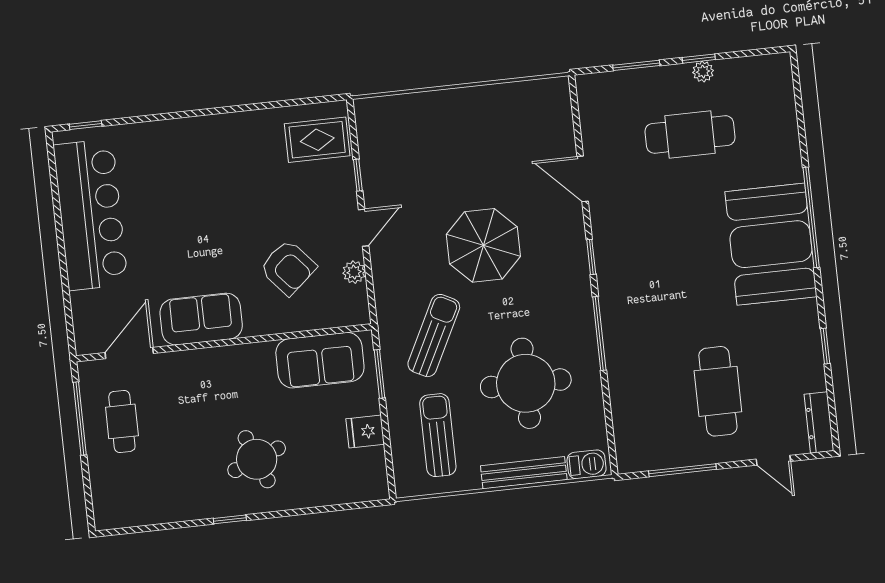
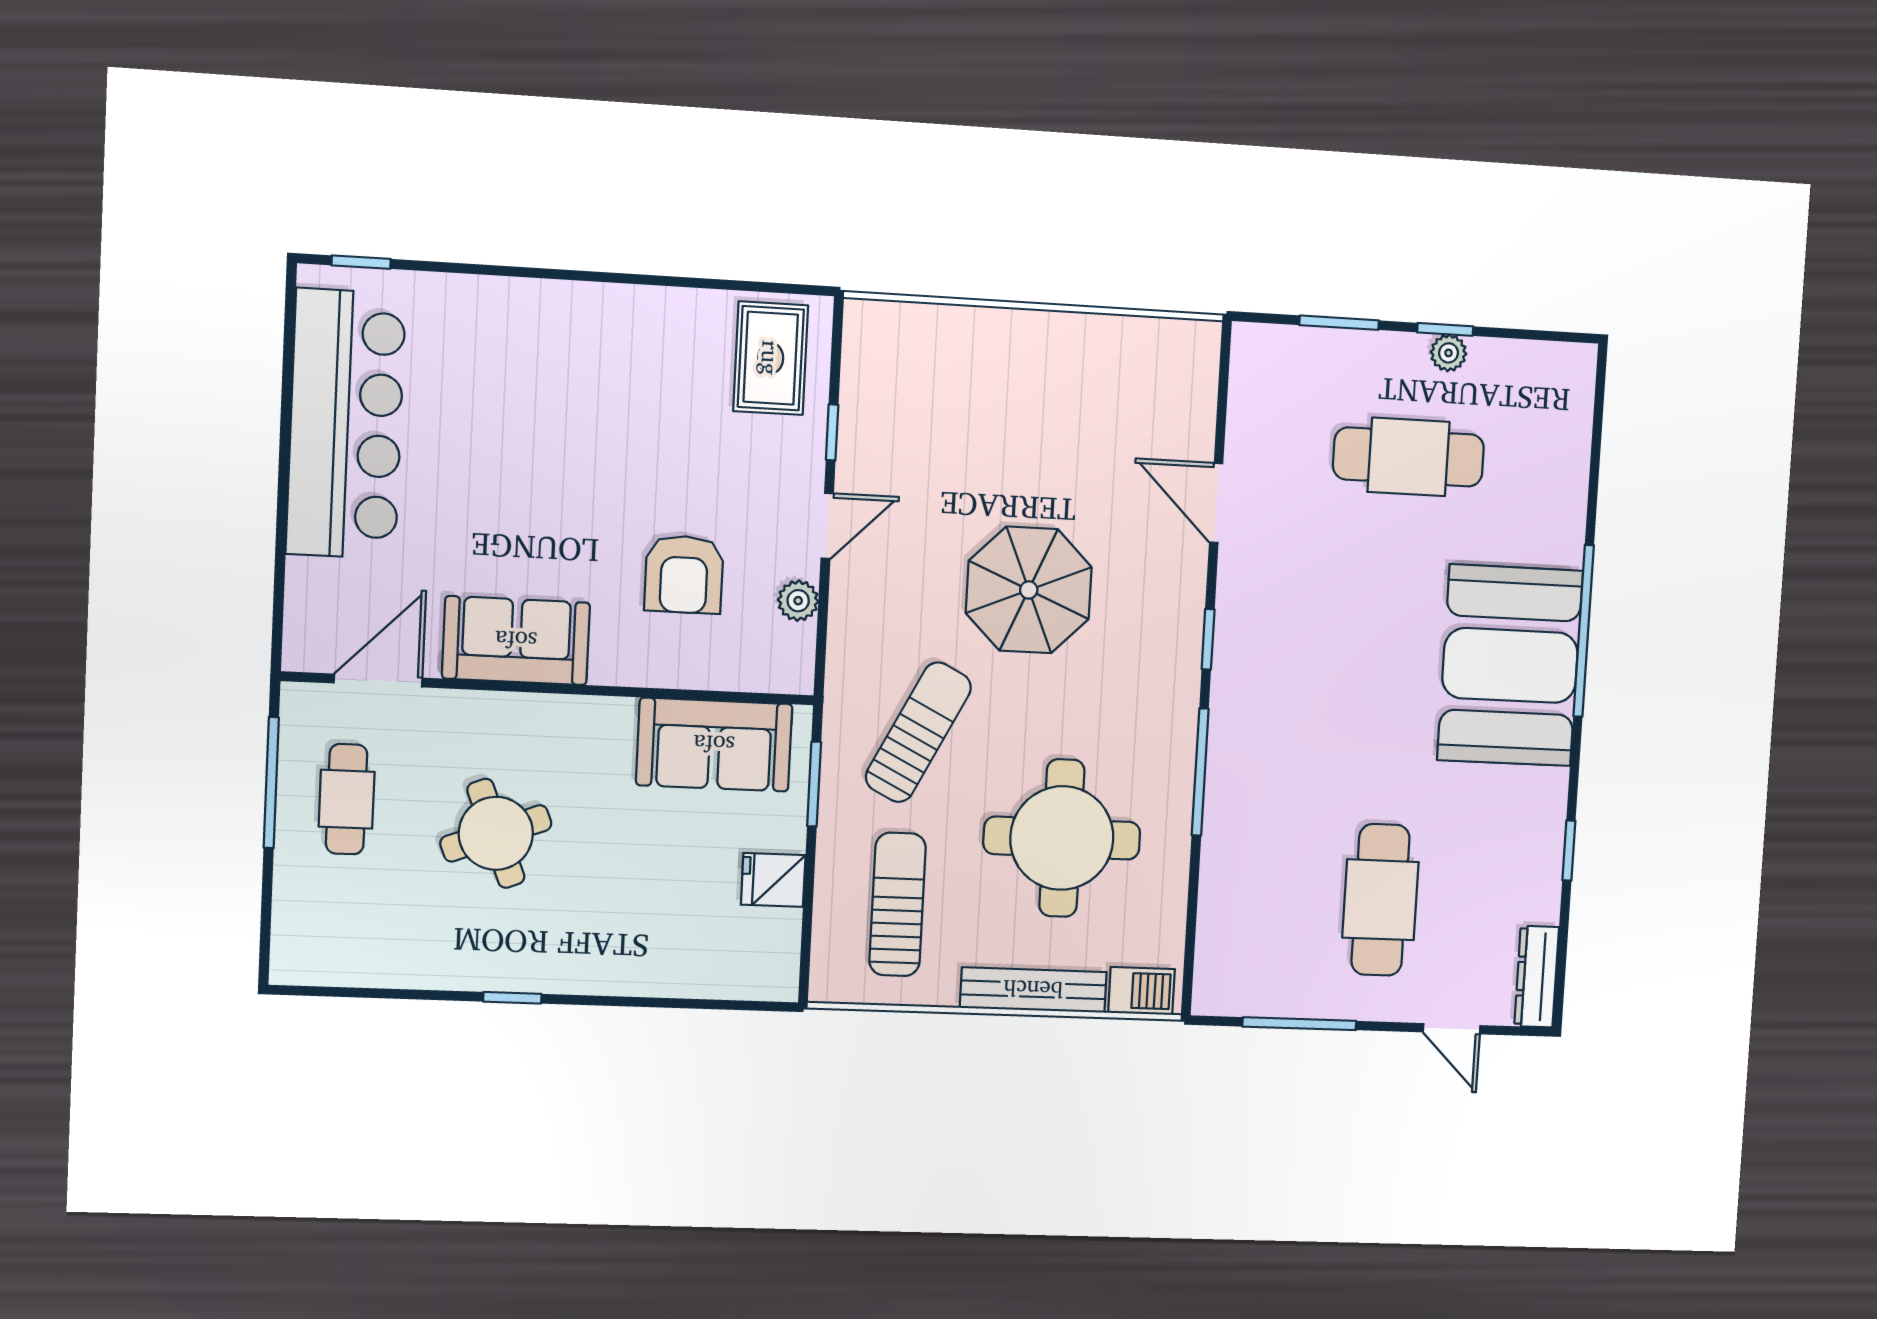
rug: (317, 140) -> (771, 358), turned 90
armchair: (288, 268) -> (684, 574), turned 41
round table: (257, 459) -> (496, 833), moved

